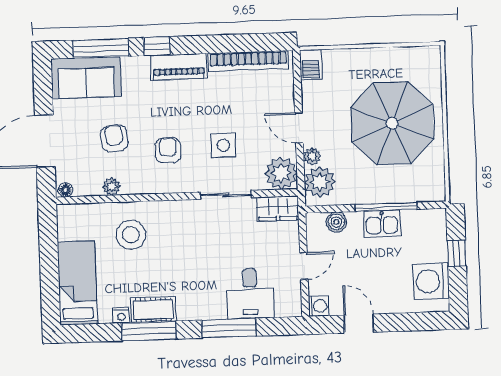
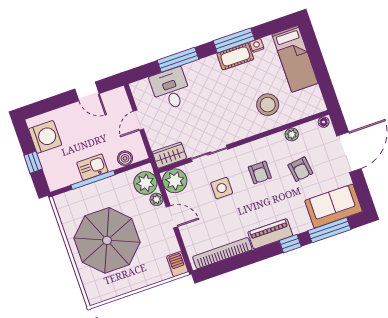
washing machine: (319, 306) -> (119, 95), removed

